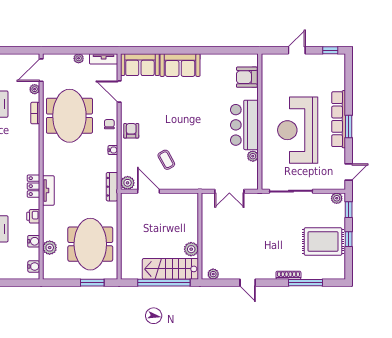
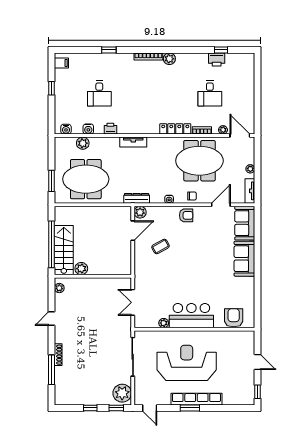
locker: (33, 186) -> (175, 129), moved, width x1.53
plant: (337, 198) -> (122, 393), width x1.88, depth x1.88
rug: (323, 242) -> (88, 385), removed

